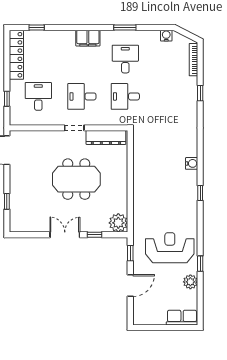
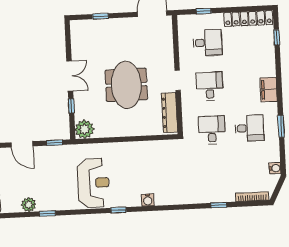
reception desk: (170, 248) -> (93, 183), moved

